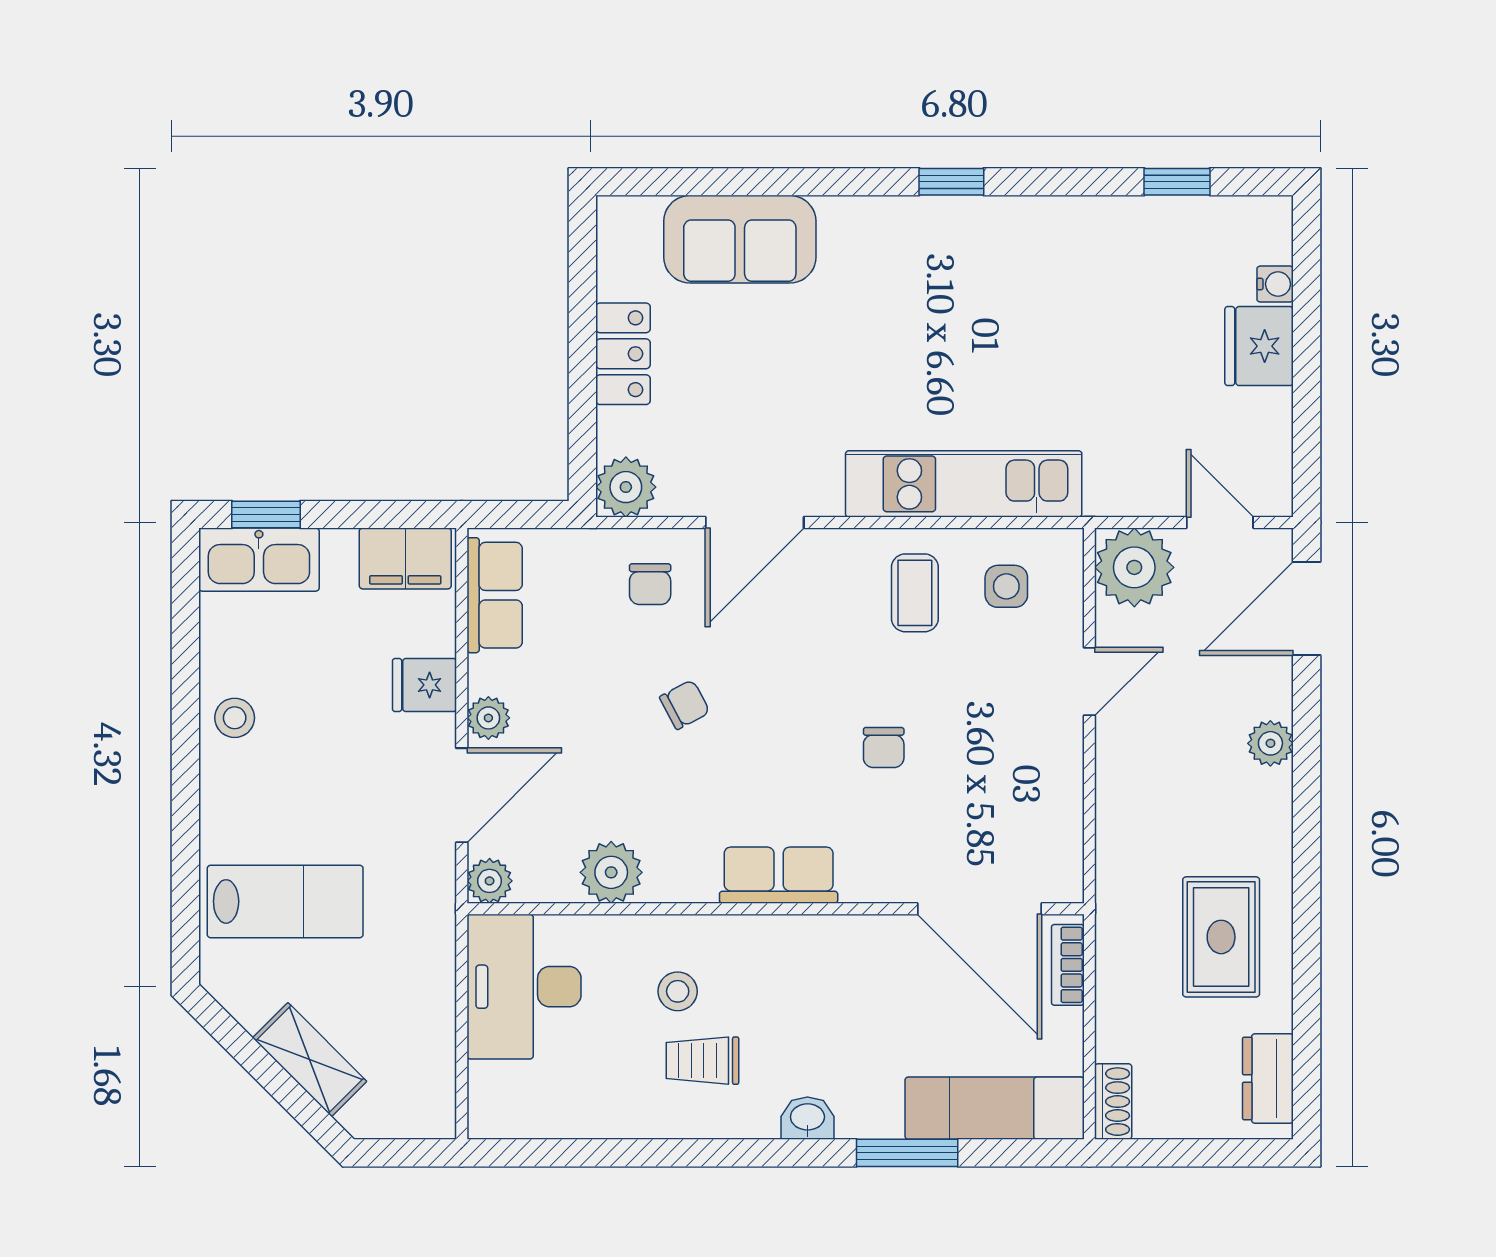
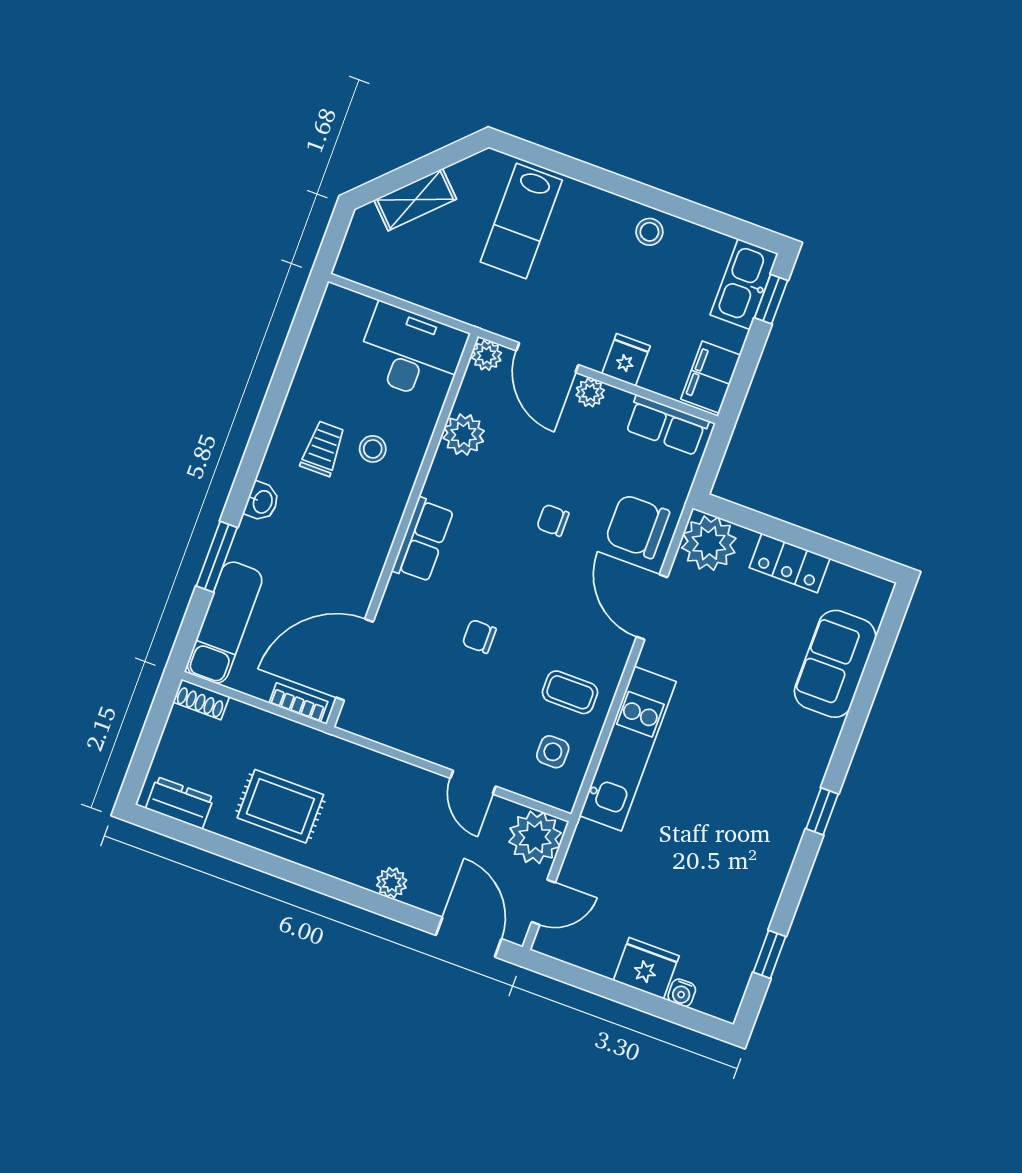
plant: (626, 487) -> (709, 543), width x1.36, depth x1.36
chair: (650, 584) -> (637, 526), width x1.87, depth x1.87
chair: (685, 705) -> (553, 520), turned 118

